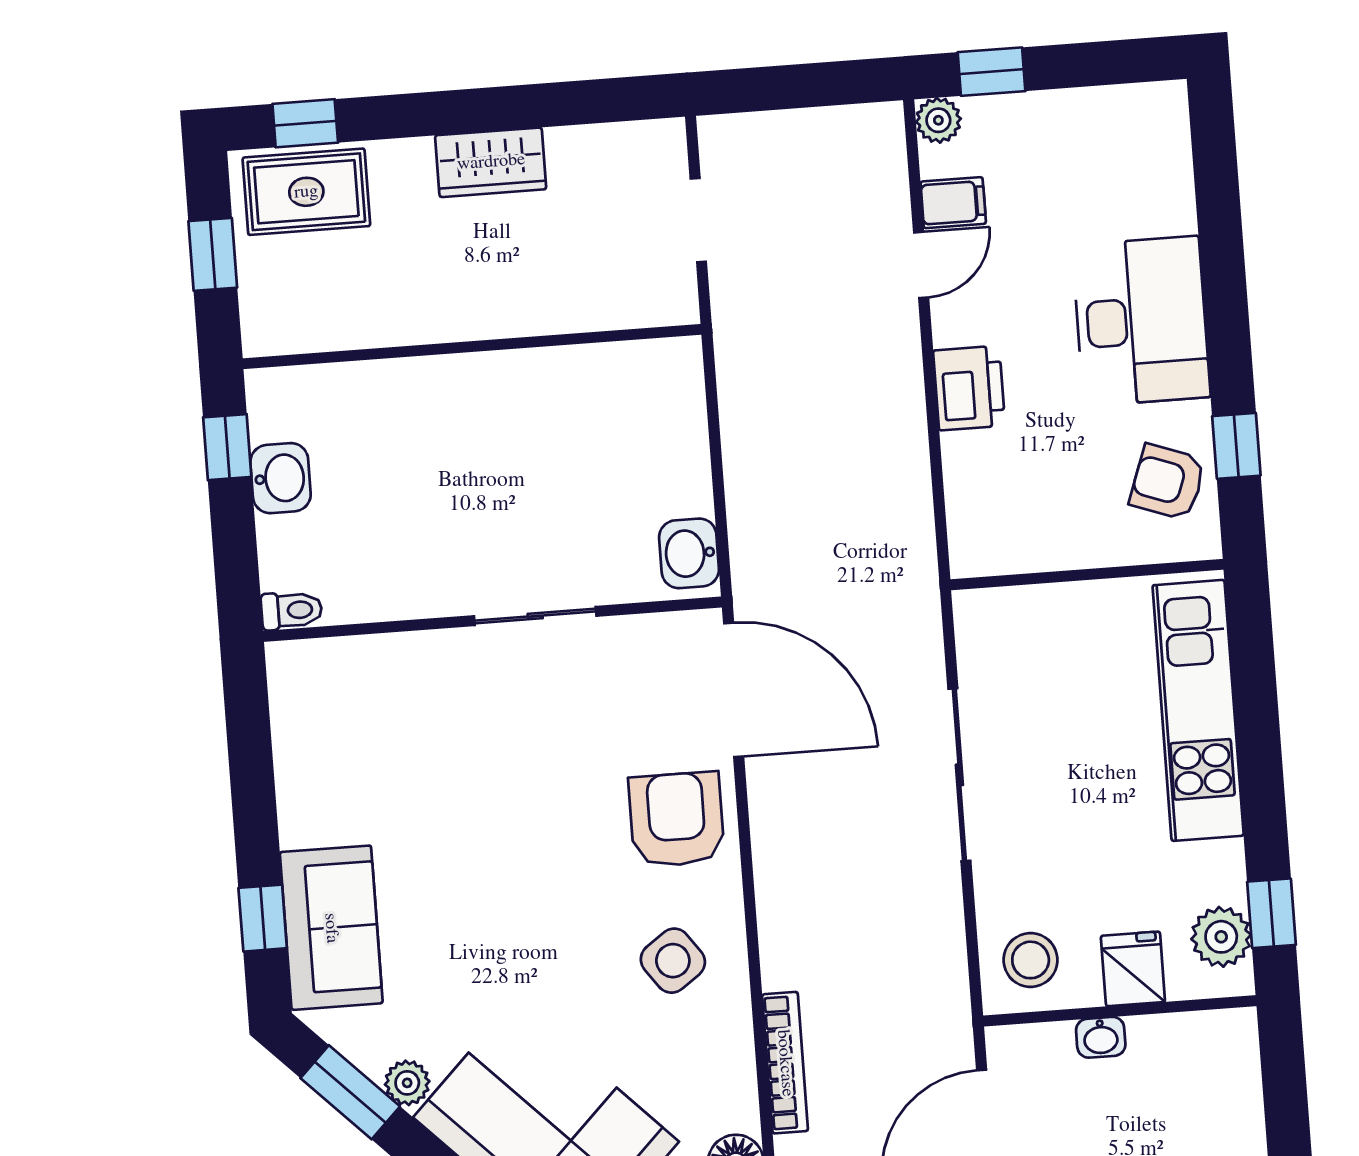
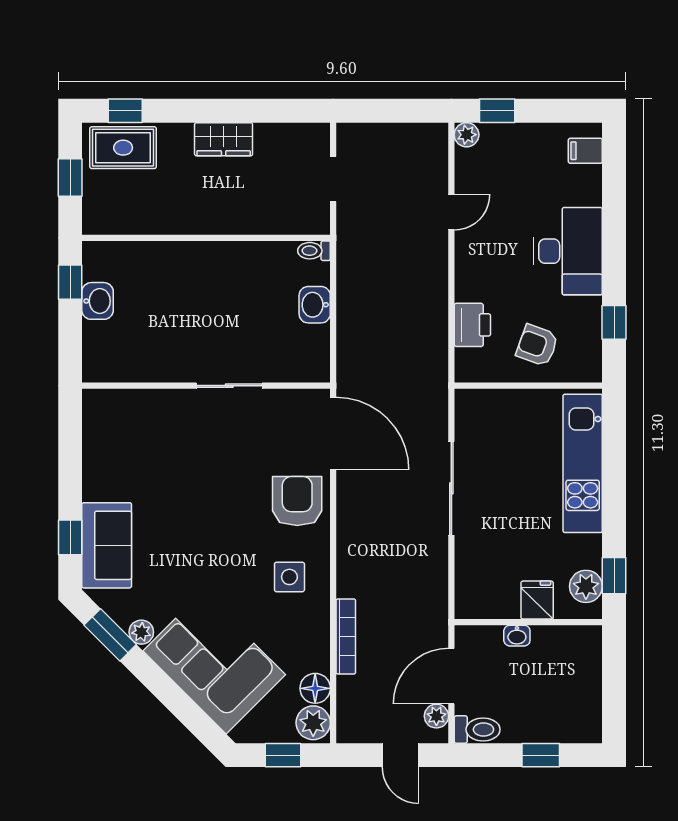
filing cabinet: (953, 203) -> (585, 151), moved, turned 180
printer: (969, 388) -> (472, 325), moved
armchair: (1168, 482) -> (537, 345), moved
washbasin: (689, 553) -> (315, 305), moved
toilet: (292, 610) -> (314, 251), moved, turned 180
stool: (1031, 960) -> (482, 591), removed
side table: (673, 961) -> (289, 577), turned 36

